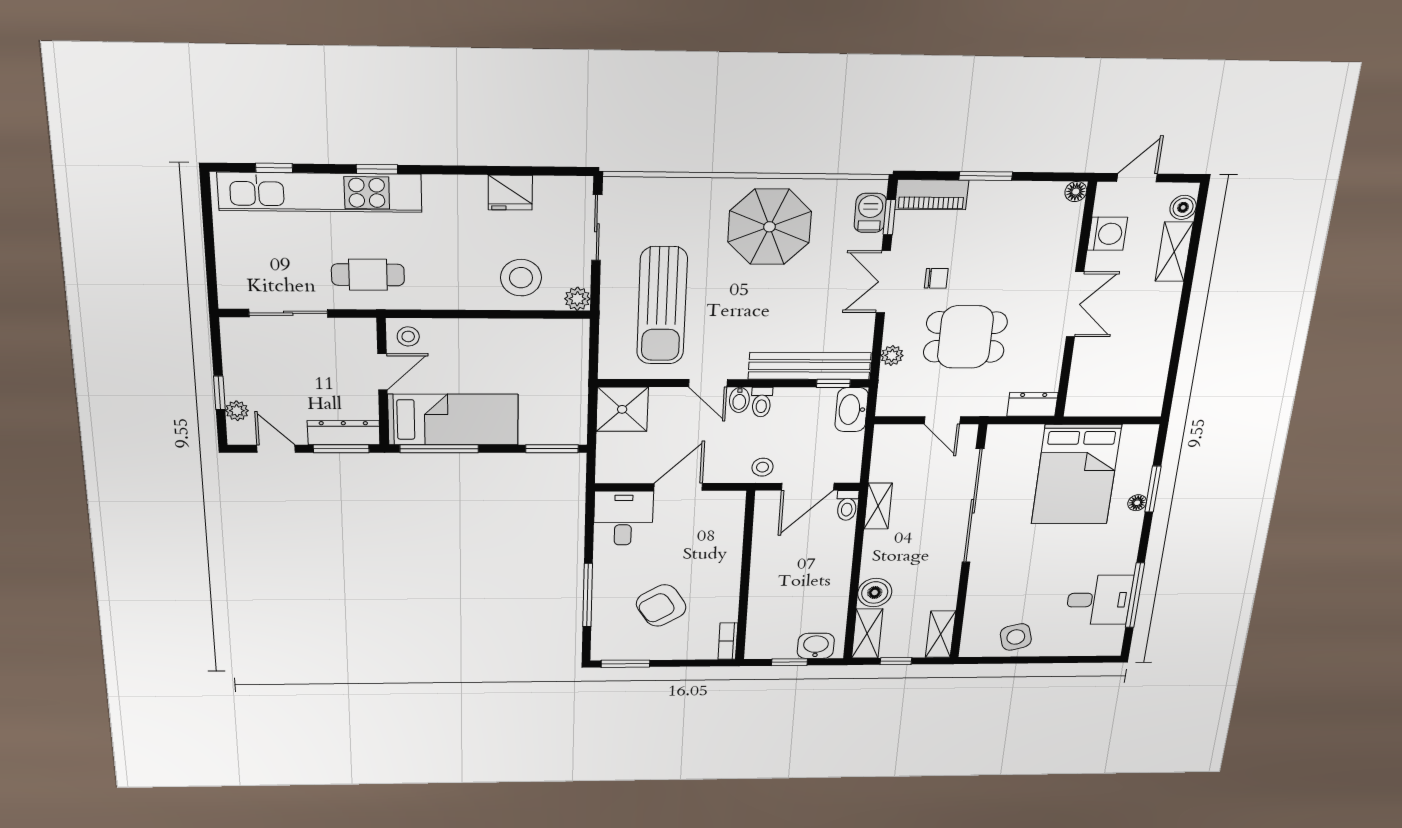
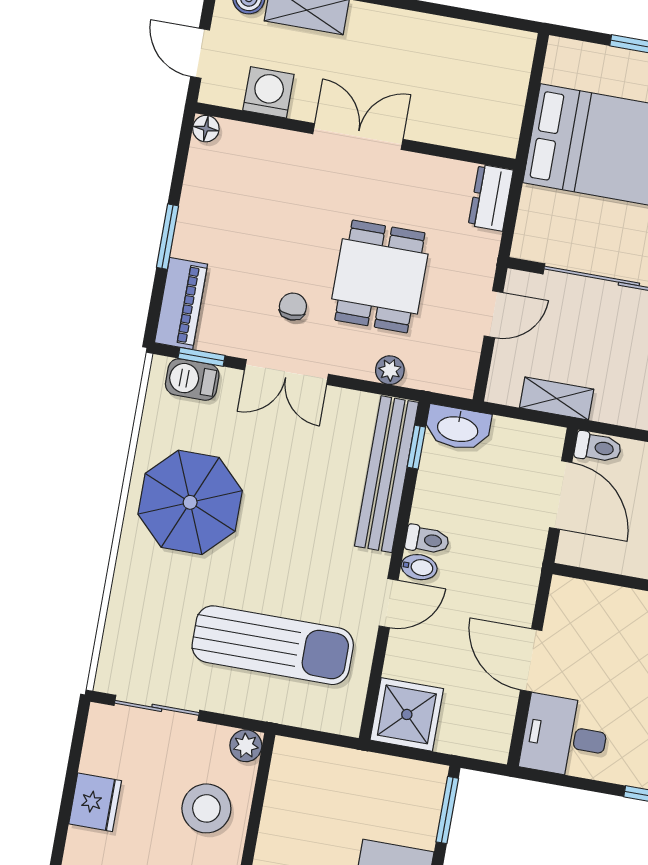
stool: (763, 467) -> (521, 550), removed
shelving: (878, 506) -> (557, 398), moved

